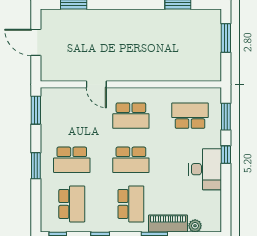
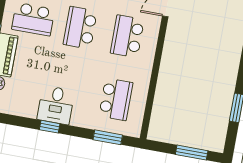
window: (226, 155) -> (50, 127), moved
desk: (205, 169) -> (56, 105), width x0.73

